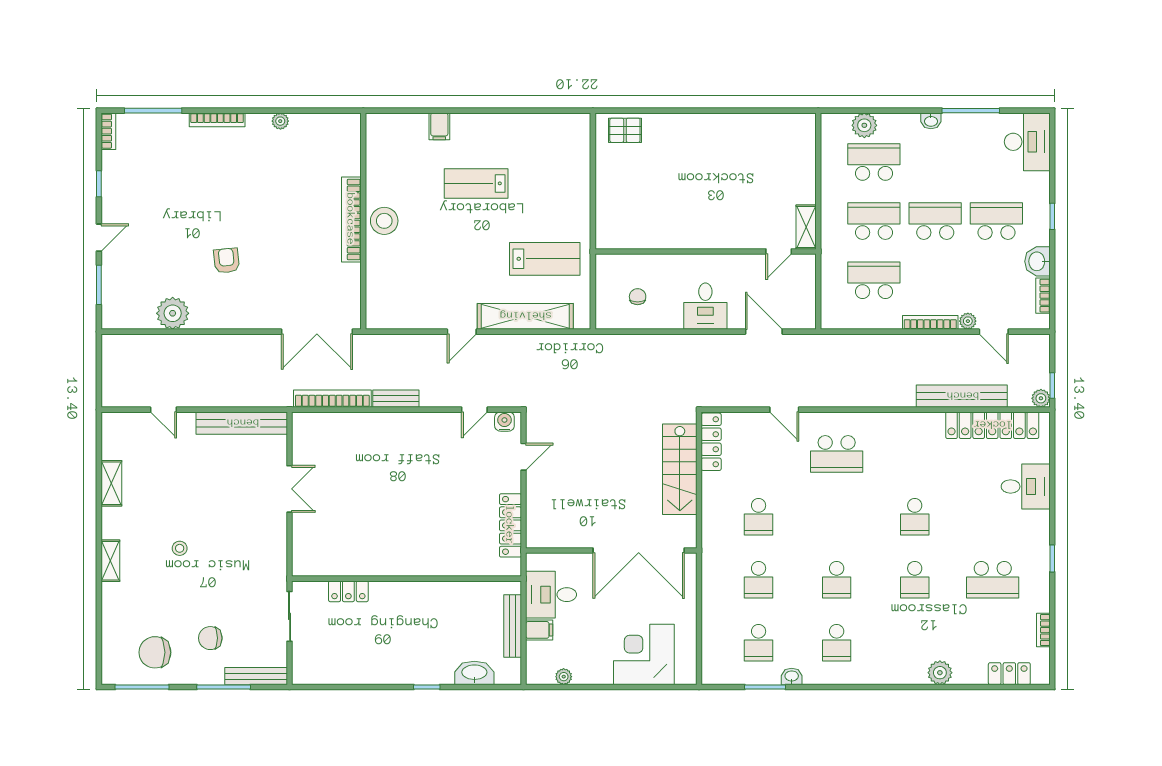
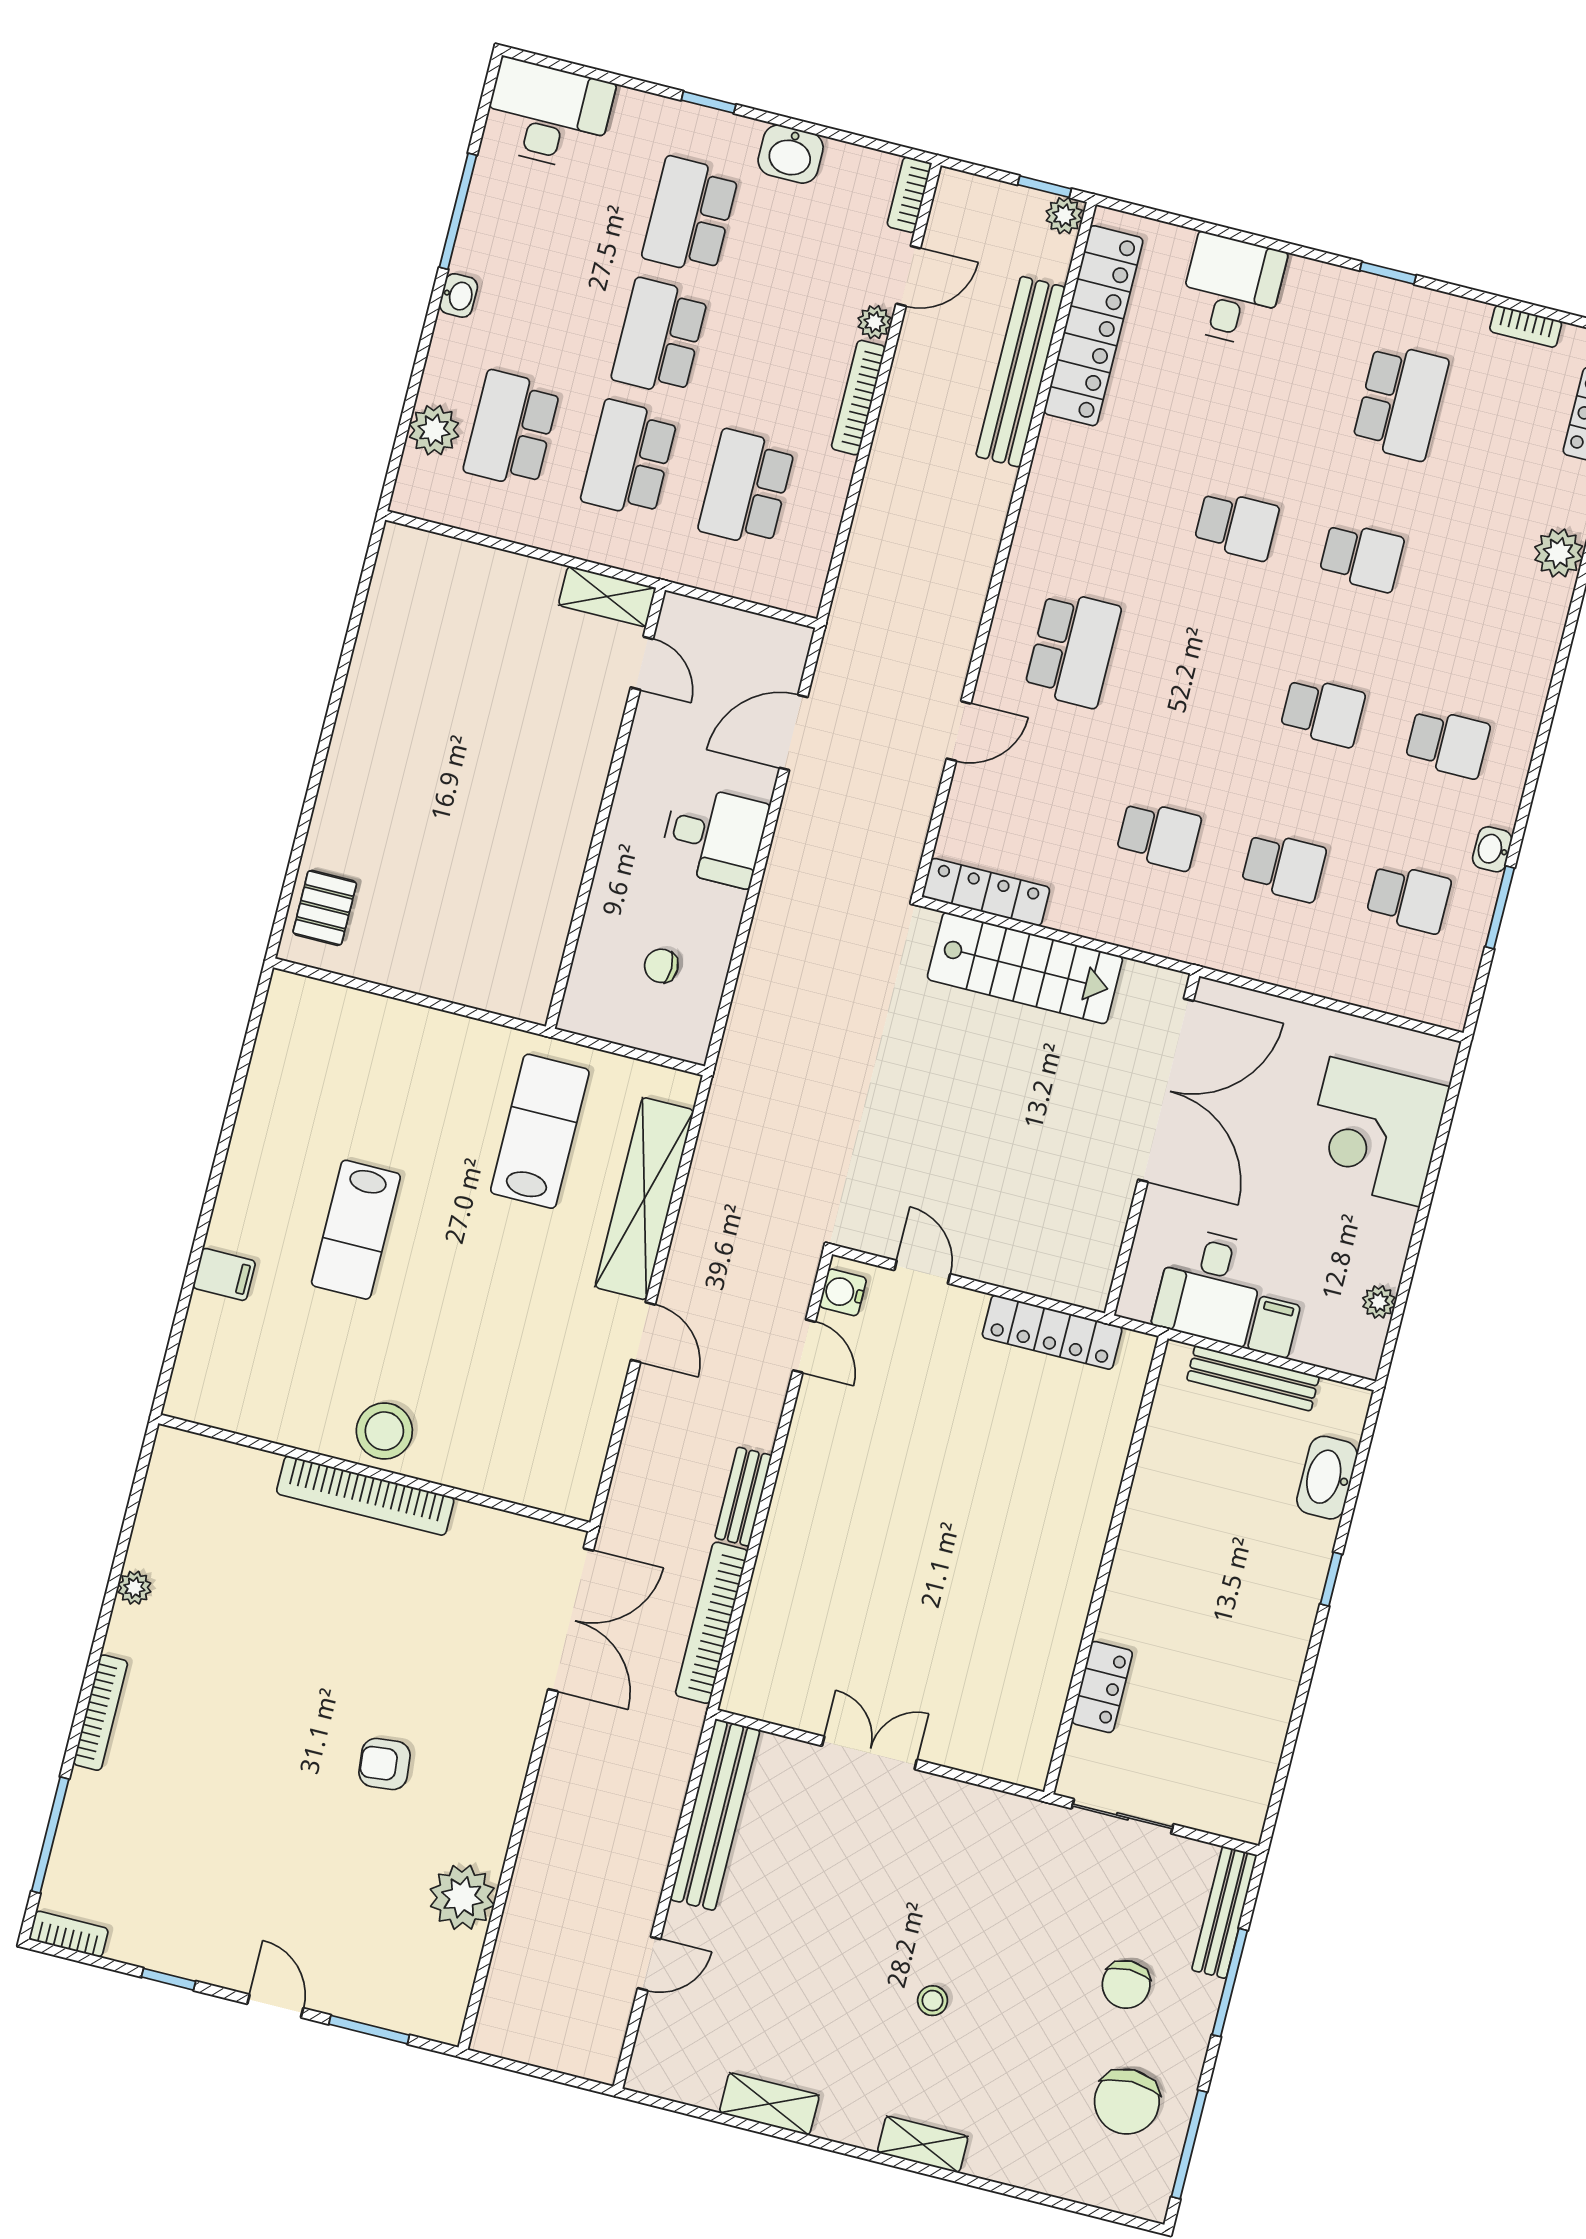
bookcase: (1043, 296) -> (909, 195), moved, turned 90

